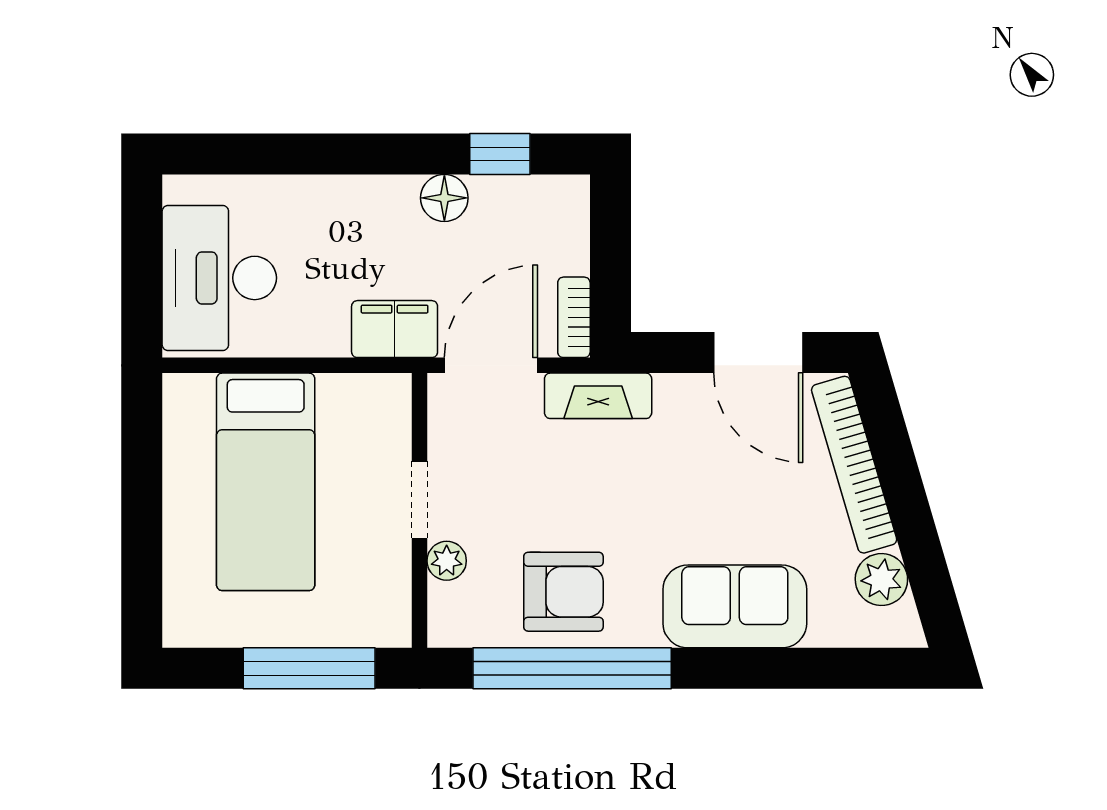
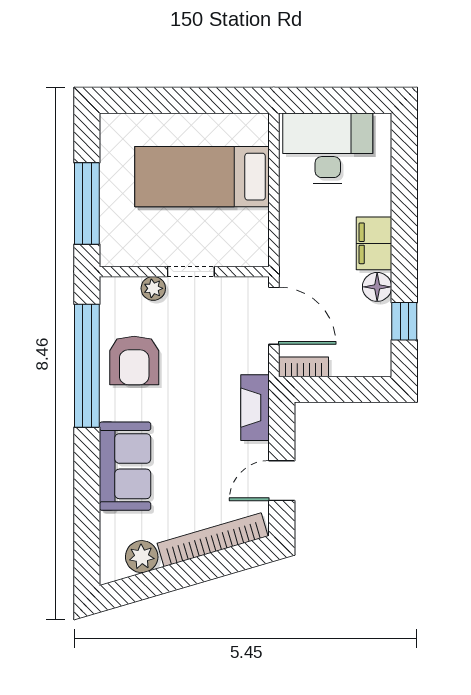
filing cabinet: (395, 329) -> (374, 243), moved, turned 180
door: (758, 353) -> (282, 481), width x0.73
fireplace: (598, 396) -> (255, 408), moved

